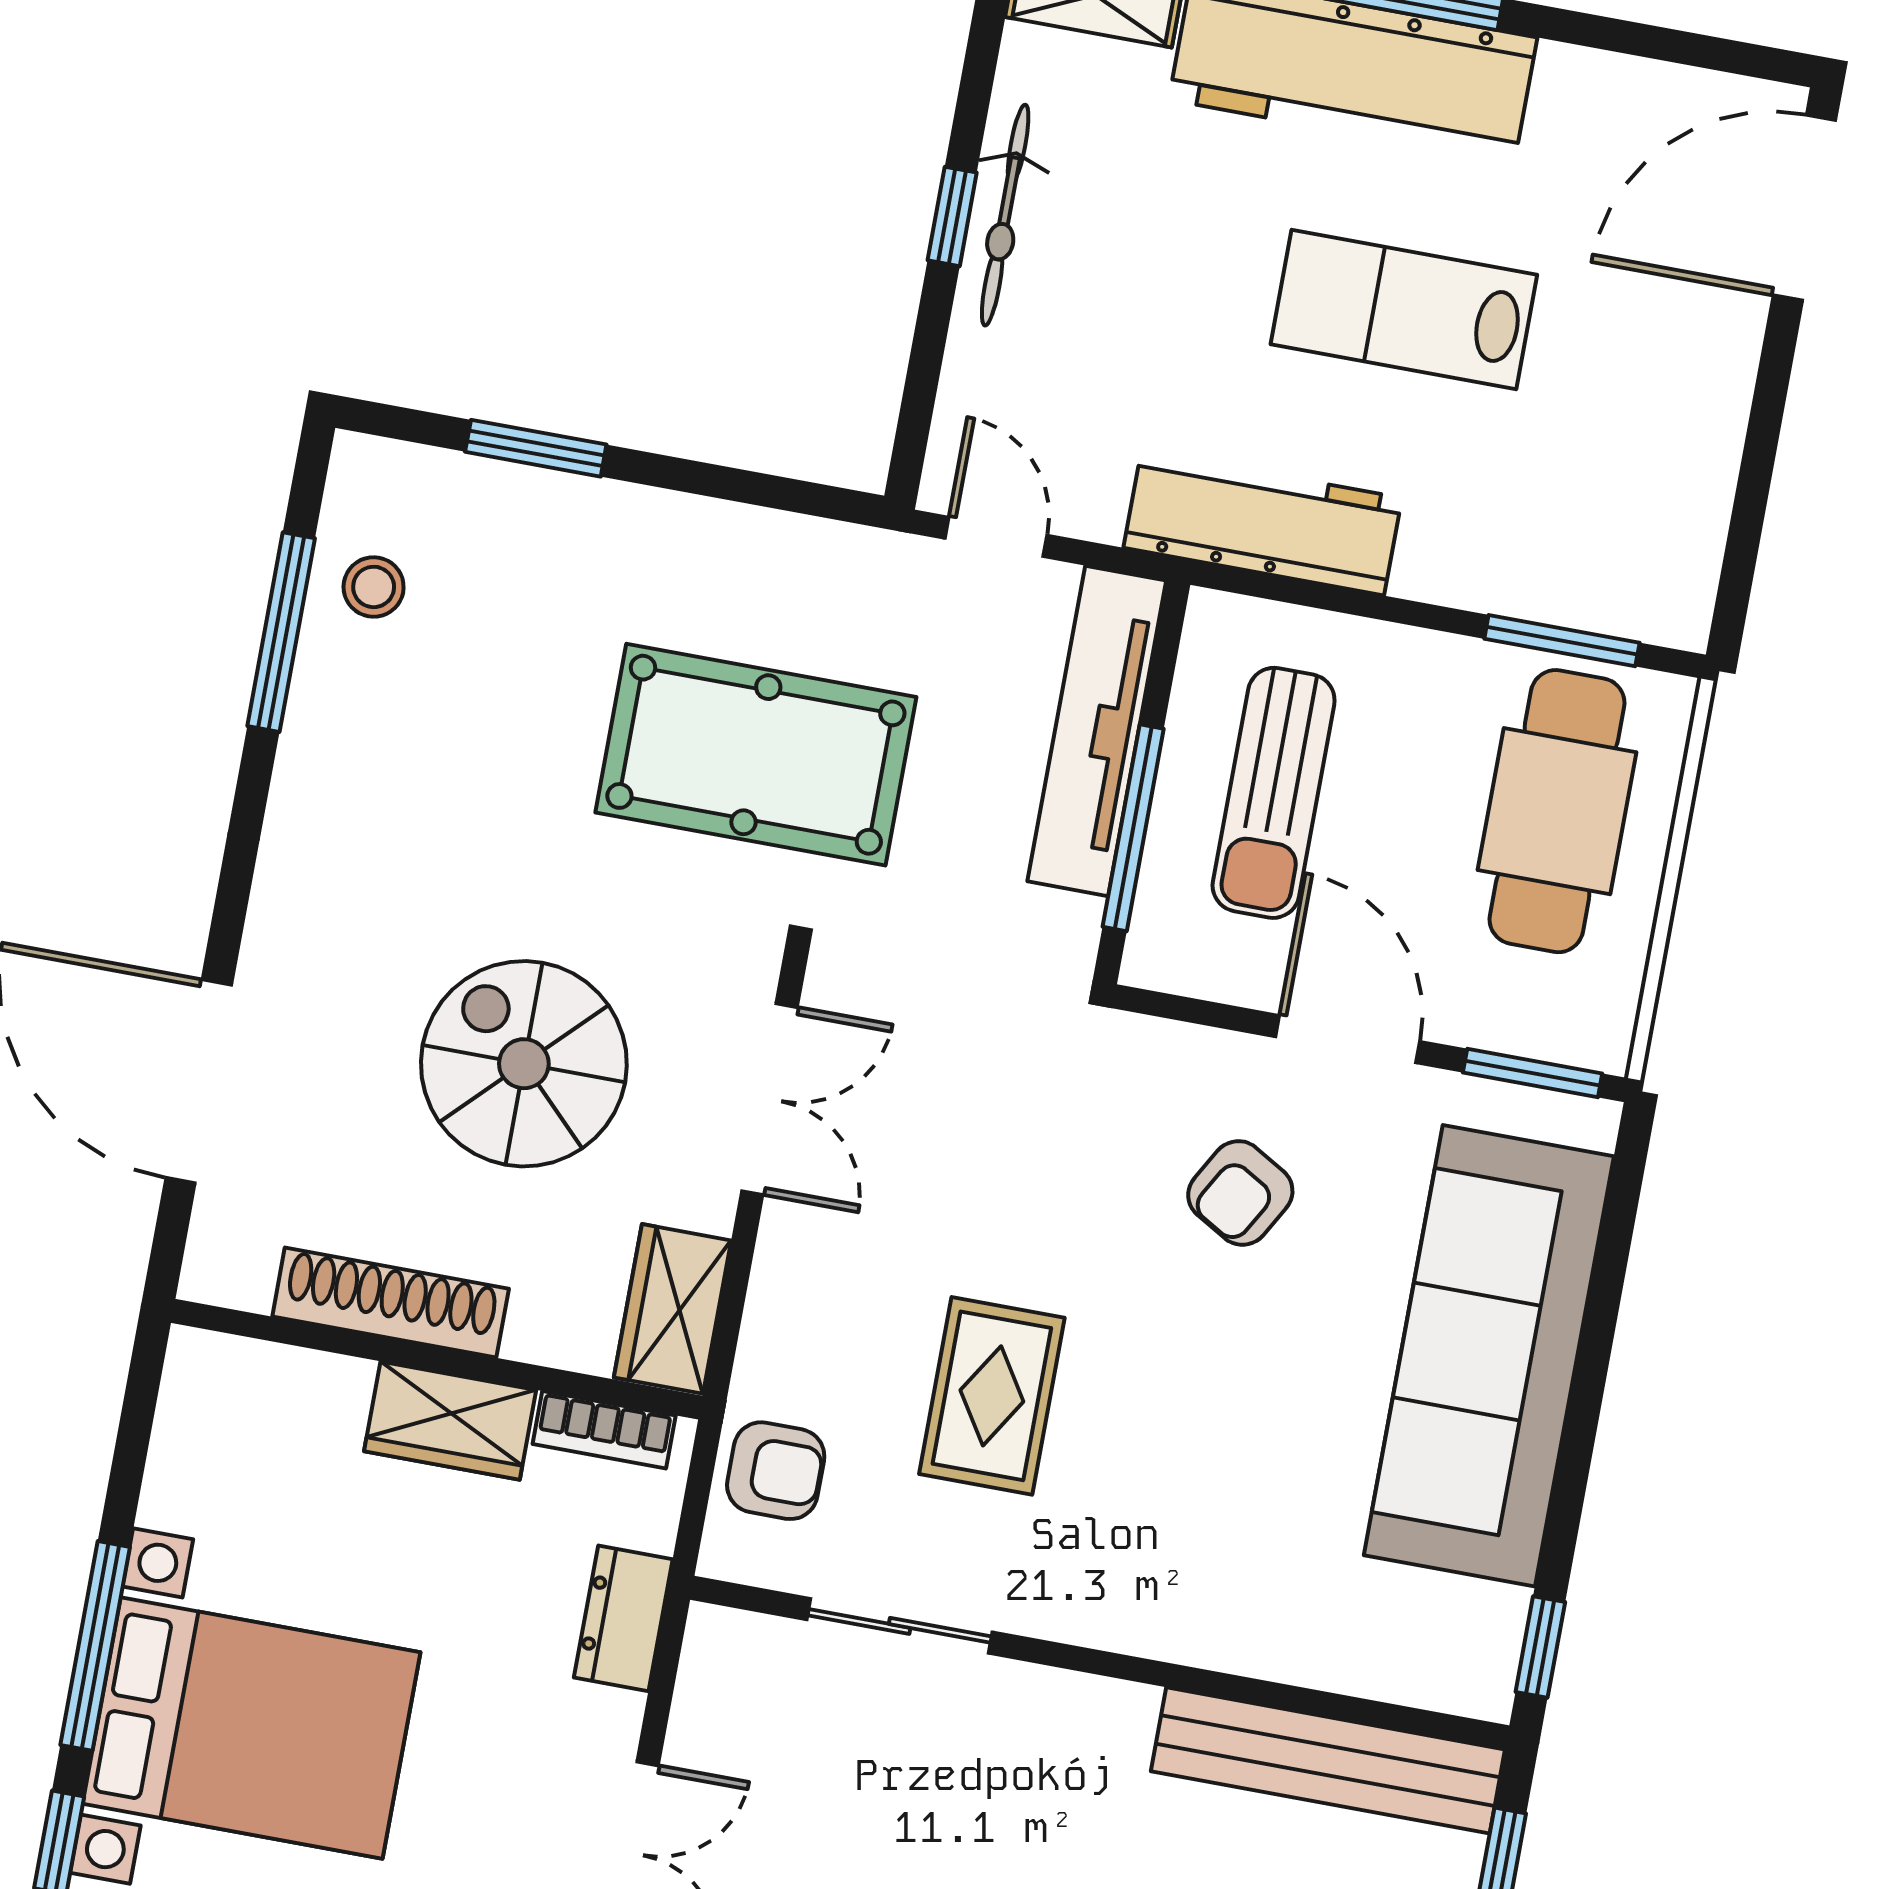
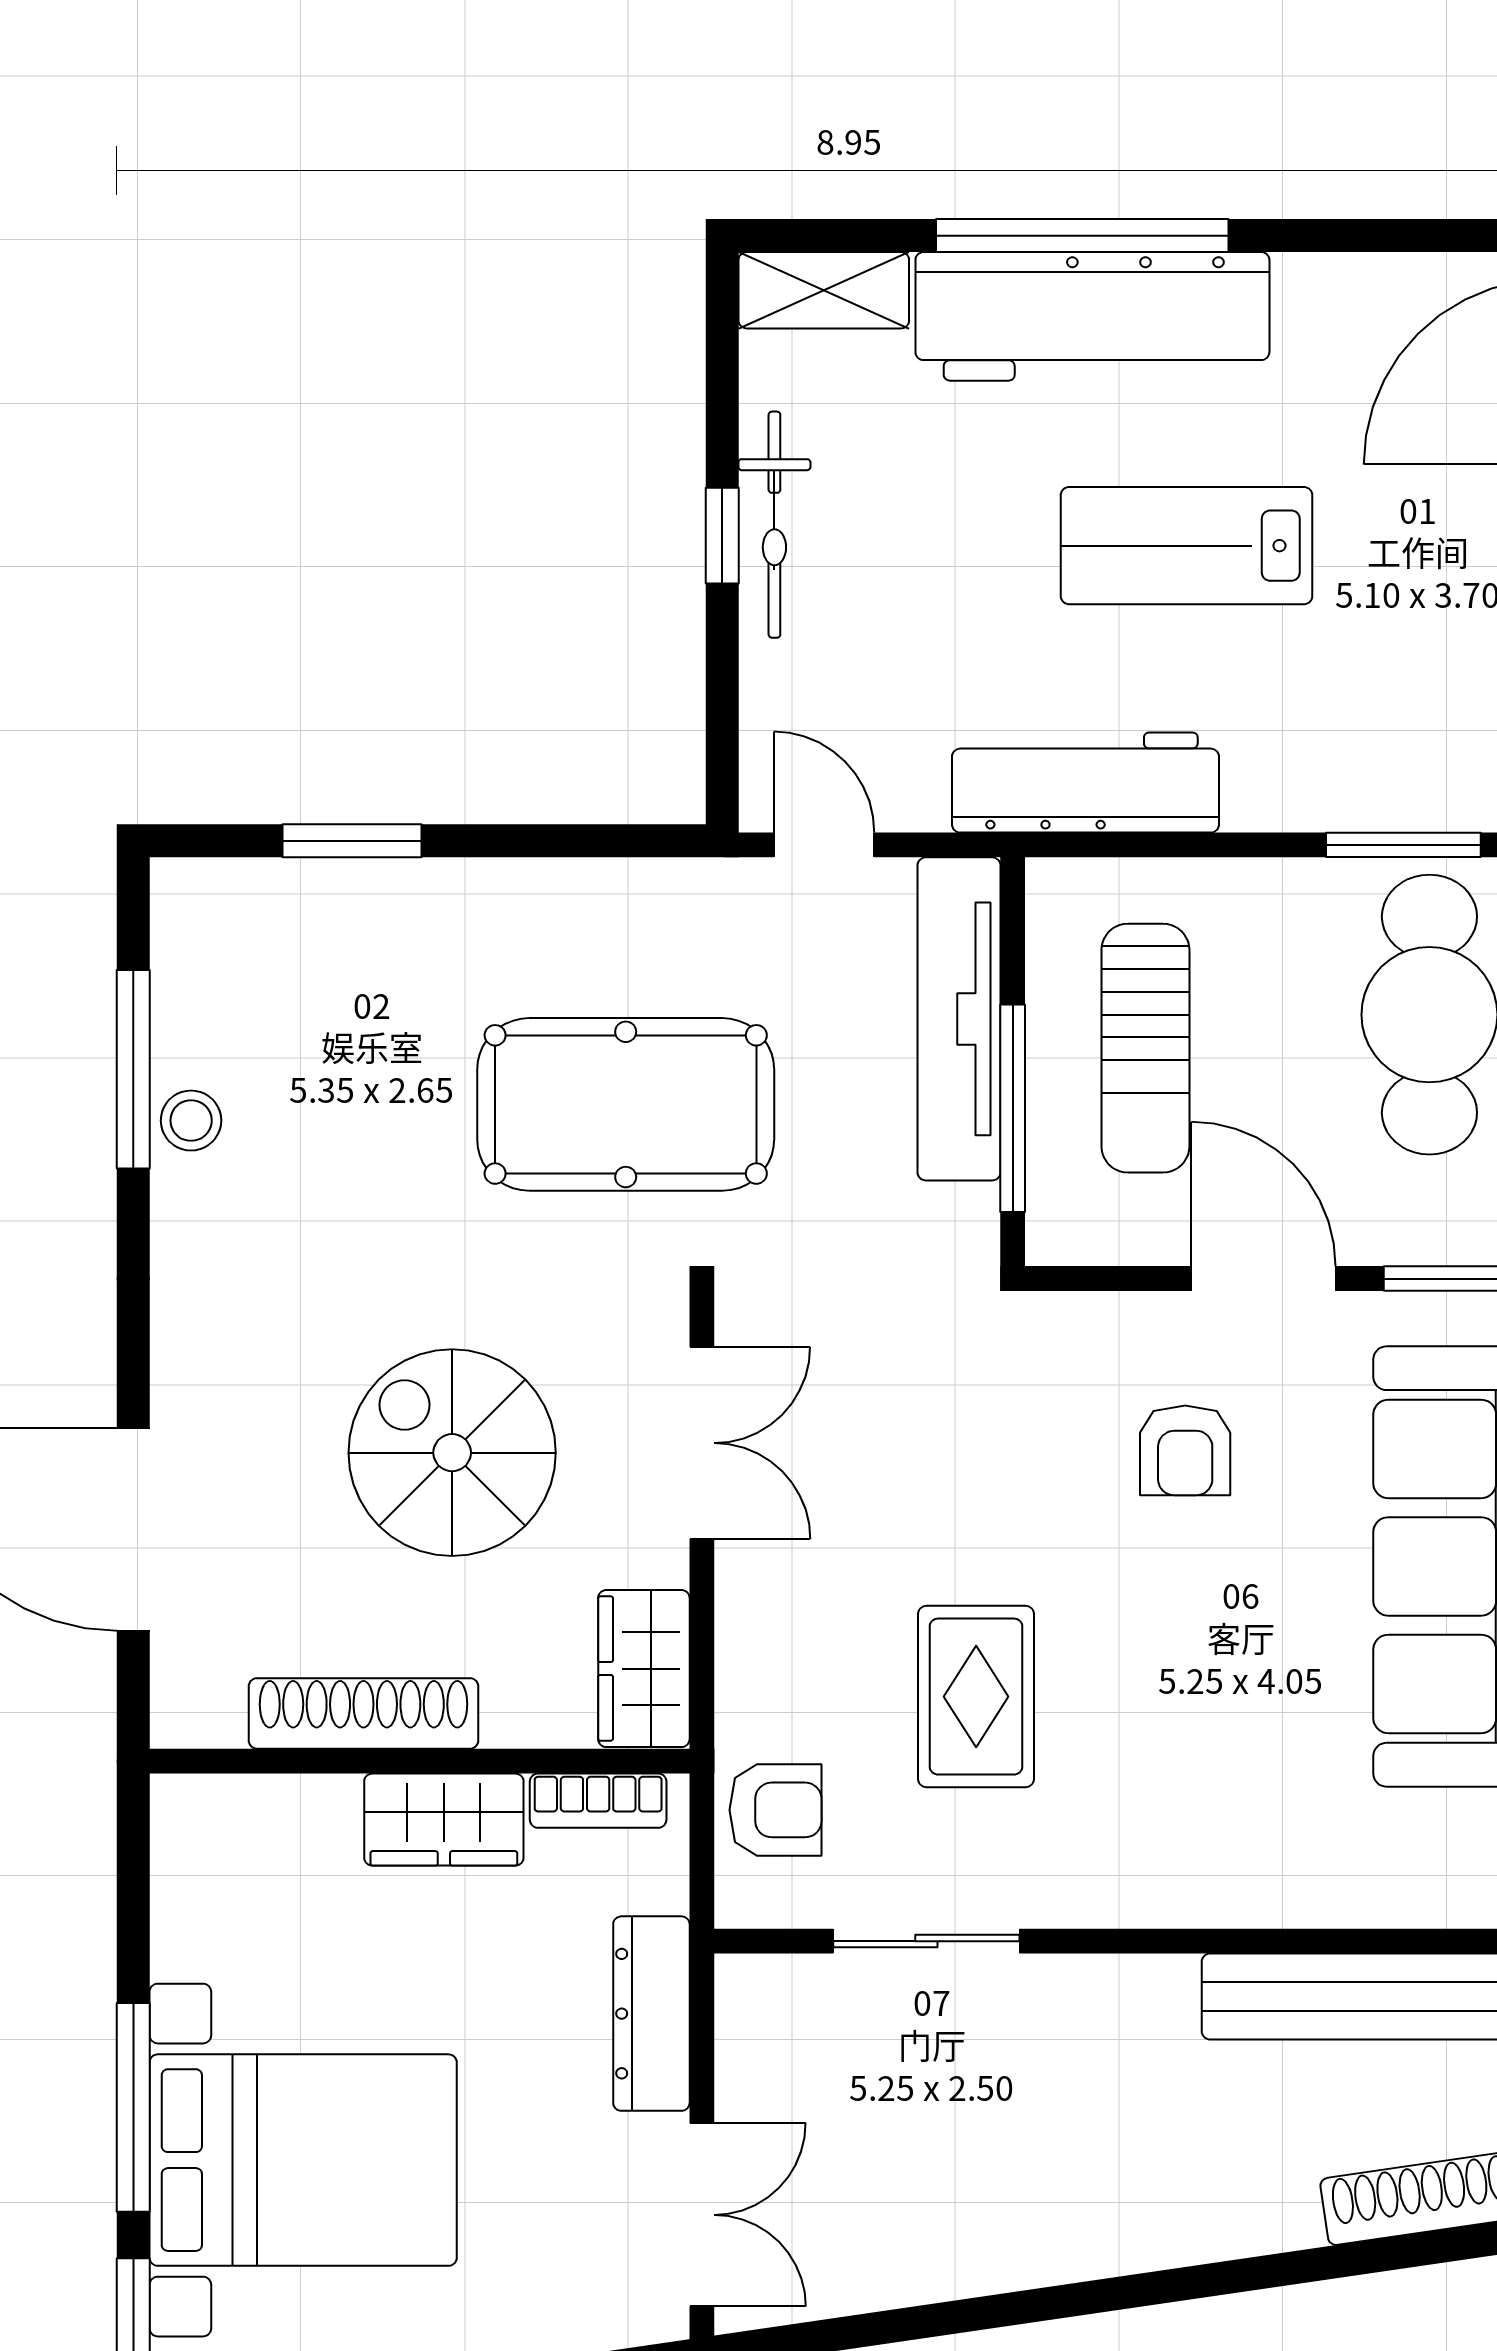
stool: (374, 587) -> (191, 1121), moved
armchair: (1240, 1193) -> (1185, 1450), turned -30
dresser: (623, 1618) -> (651, 2014), width x1.44

